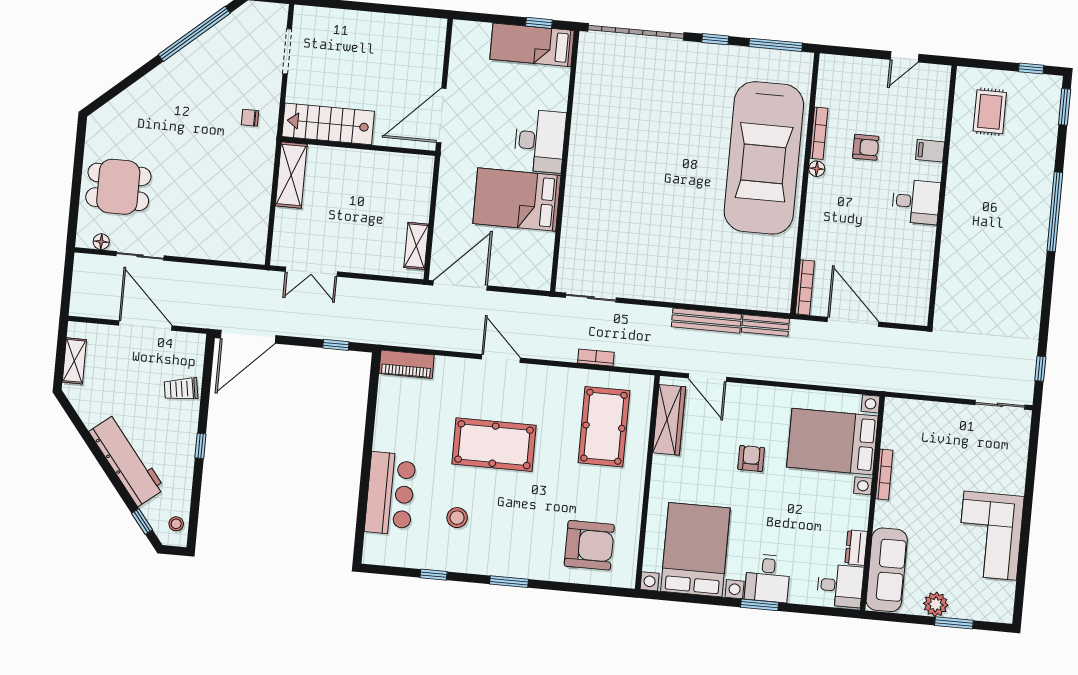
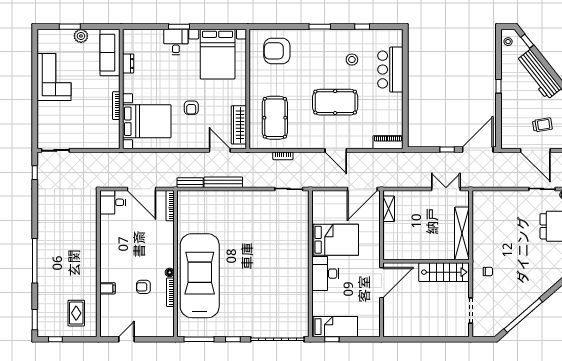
shelving: (291, 175) -> (462, 233), width x1.47
desk: (916, 202) -> (113, 202), moved
window: (336, 345) -> (447, 149), moved
trolley: (181, 389) -> (542, 125), moved
desk: (840, 586) -> (135, 41), removed

